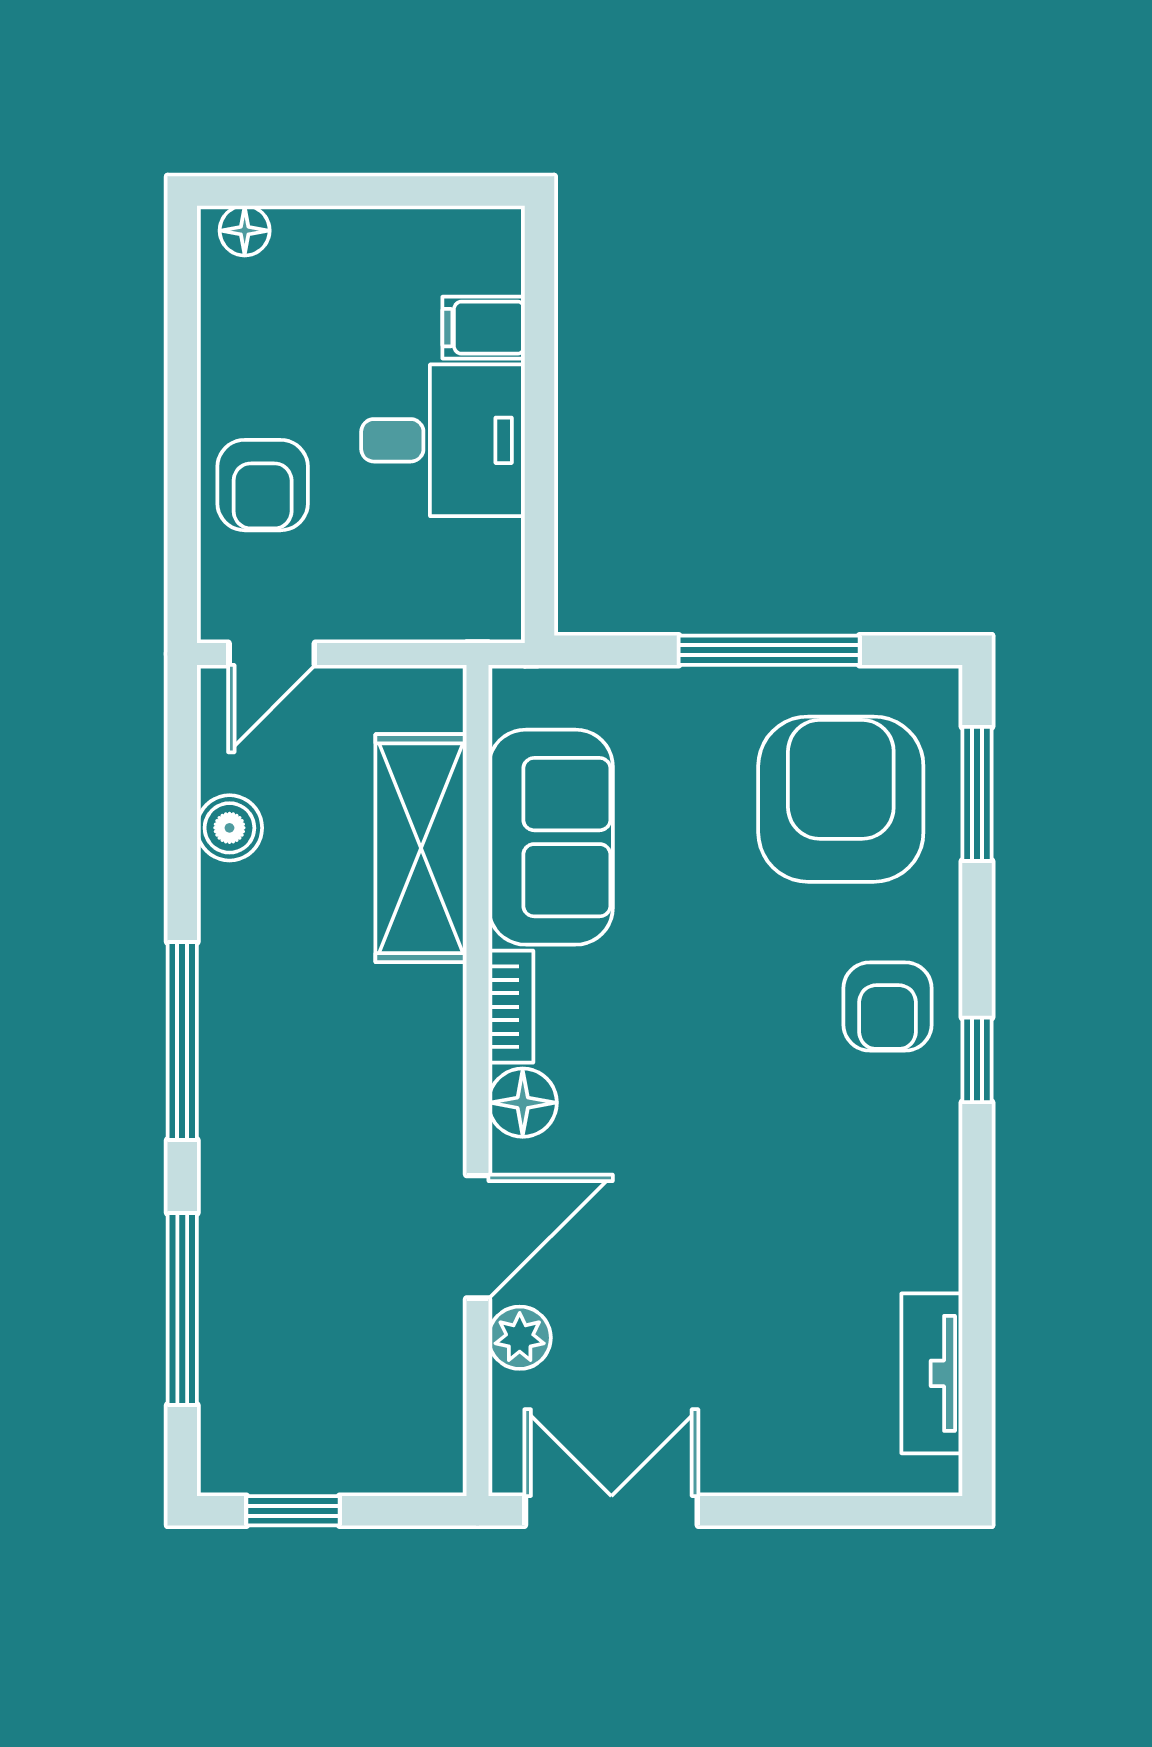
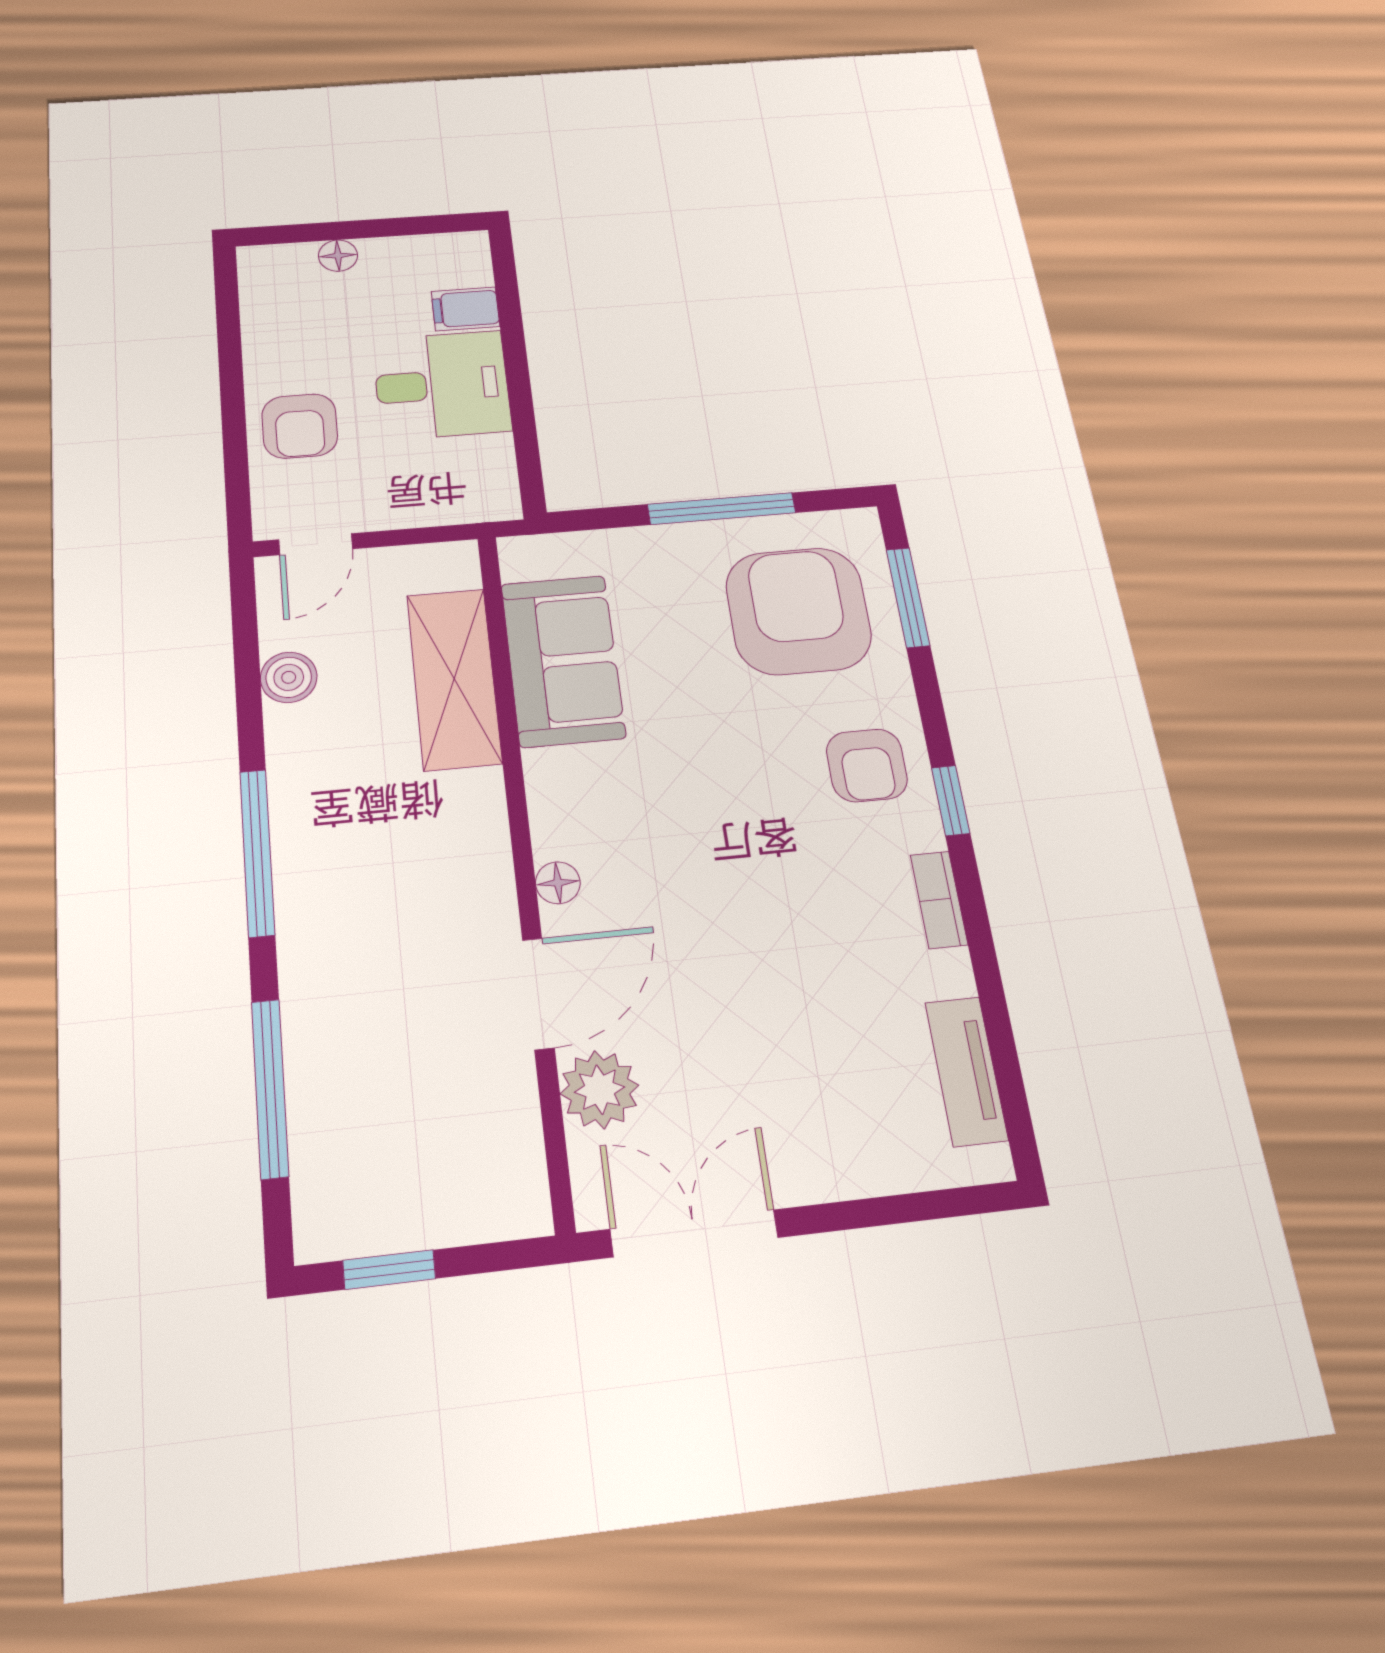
floor lamp: (245, 231) -> (338, 256), moved
bookcase: (511, 1007) -> (939, 900), moved, turned 180
floor lamp: (523, 1103) -> (558, 883), width x0.73, depth x0.73
plant: (520, 1338) -> (599, 1090), width x1.38, depth x1.38

